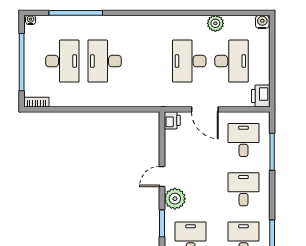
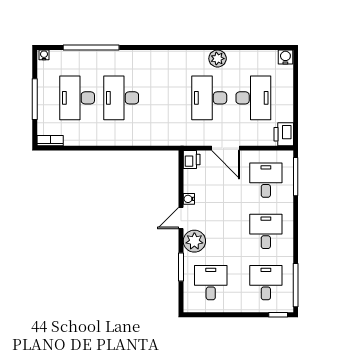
plant: (215, 23) -> (218, 59), moved
desk: (62, 61) -> (77, 98), turned 180
window: (22, 62) -> (35, 99), width x0.68
window: (272, 152) -> (296, 177), moved
water cooler: (170, 158) -> (189, 199), added

